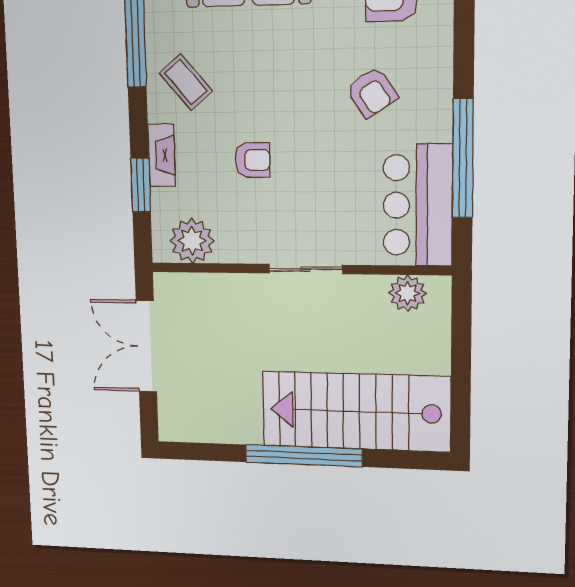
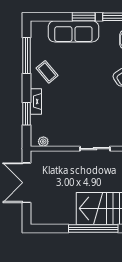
armchair: (252, 160) -> (74, 104), removed
plant: (192, 241) -> (43, 142), width x0.53, depth x0.53

